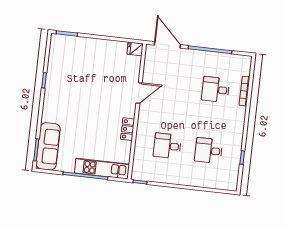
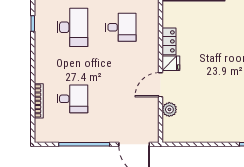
fridge: (135, 49) -> (171, 63), moved
plant: (134, 71) -> (169, 109), added
desk: (209, 151) -> (72, 27), width x1.37

